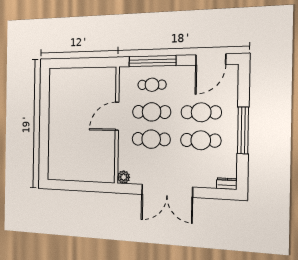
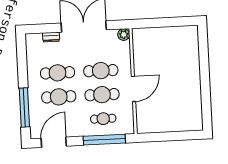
window: (243, 130) -> (24, 108), moved
dresser: (227, 184) -> (51, 37), moved

